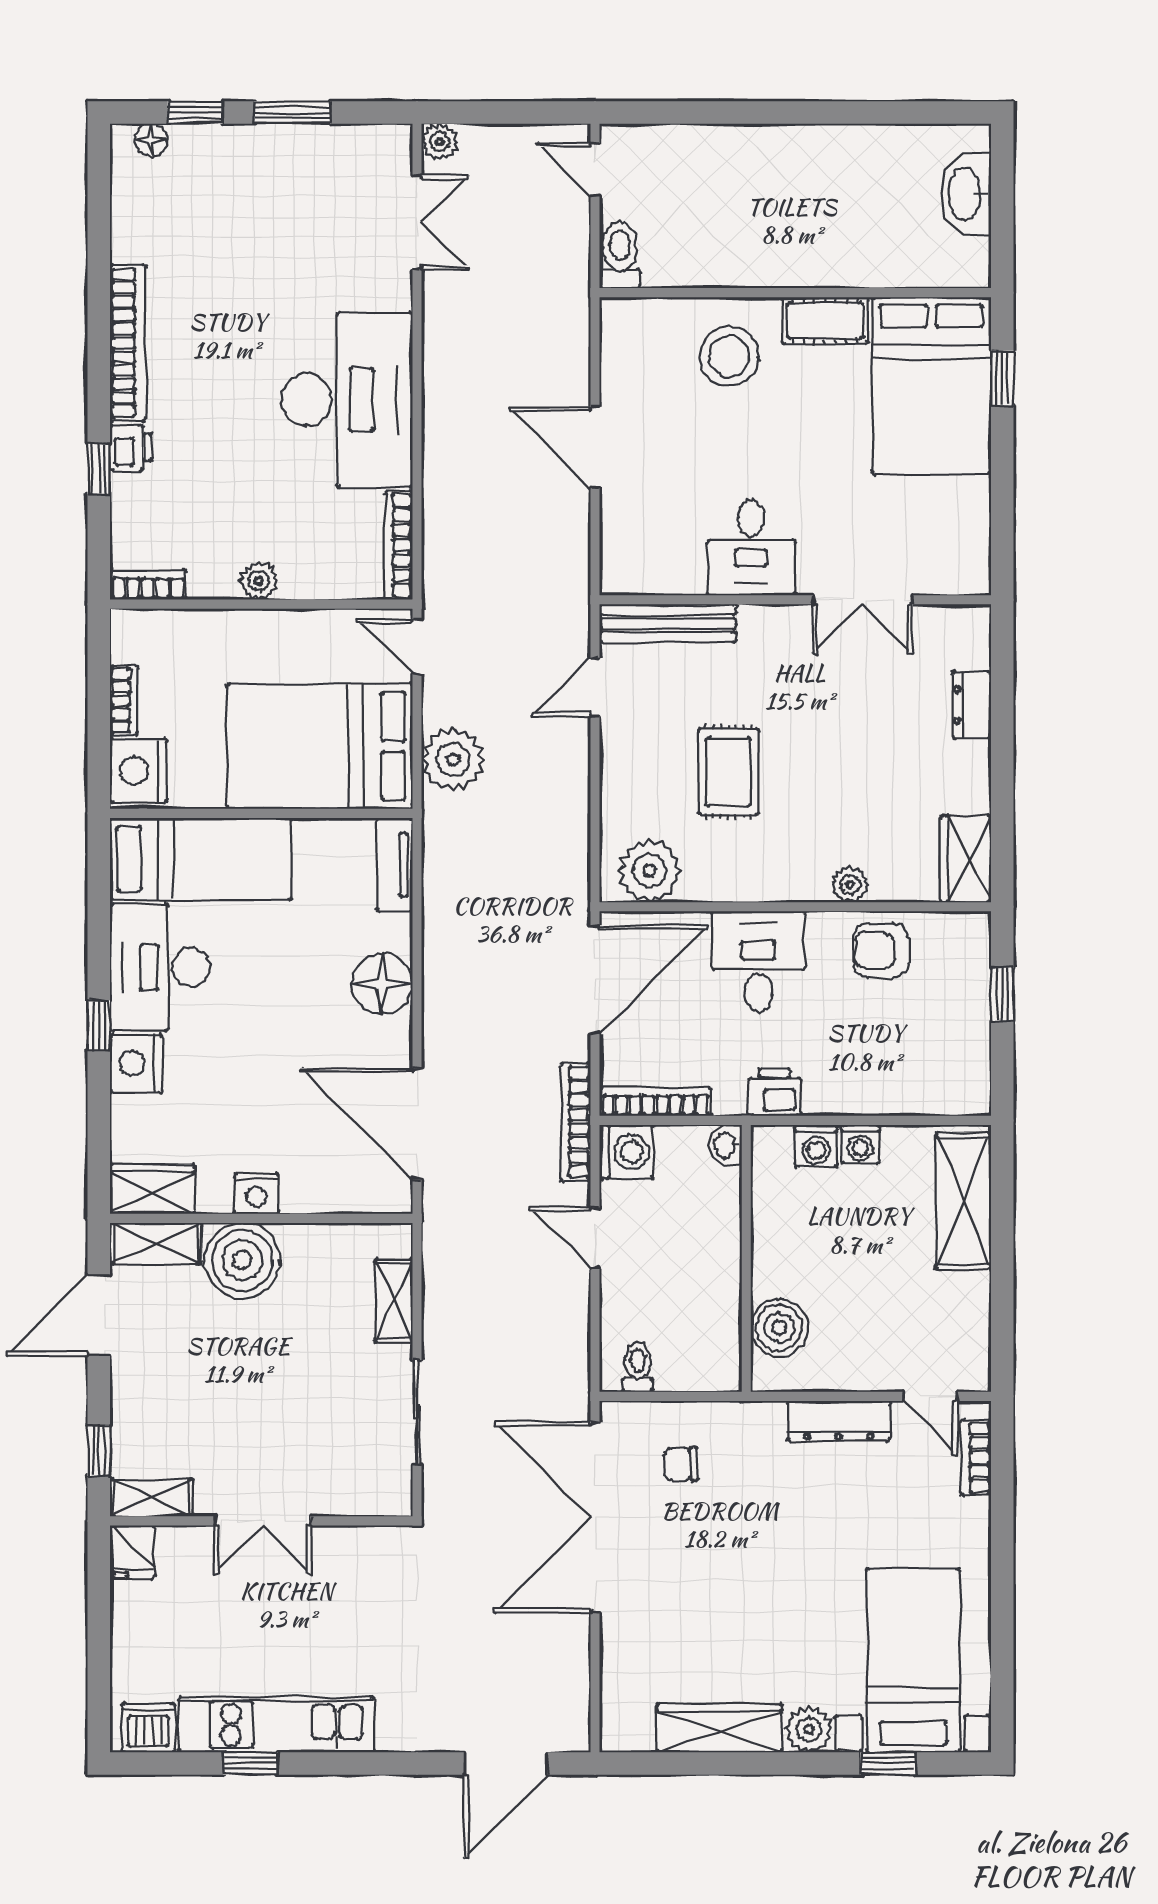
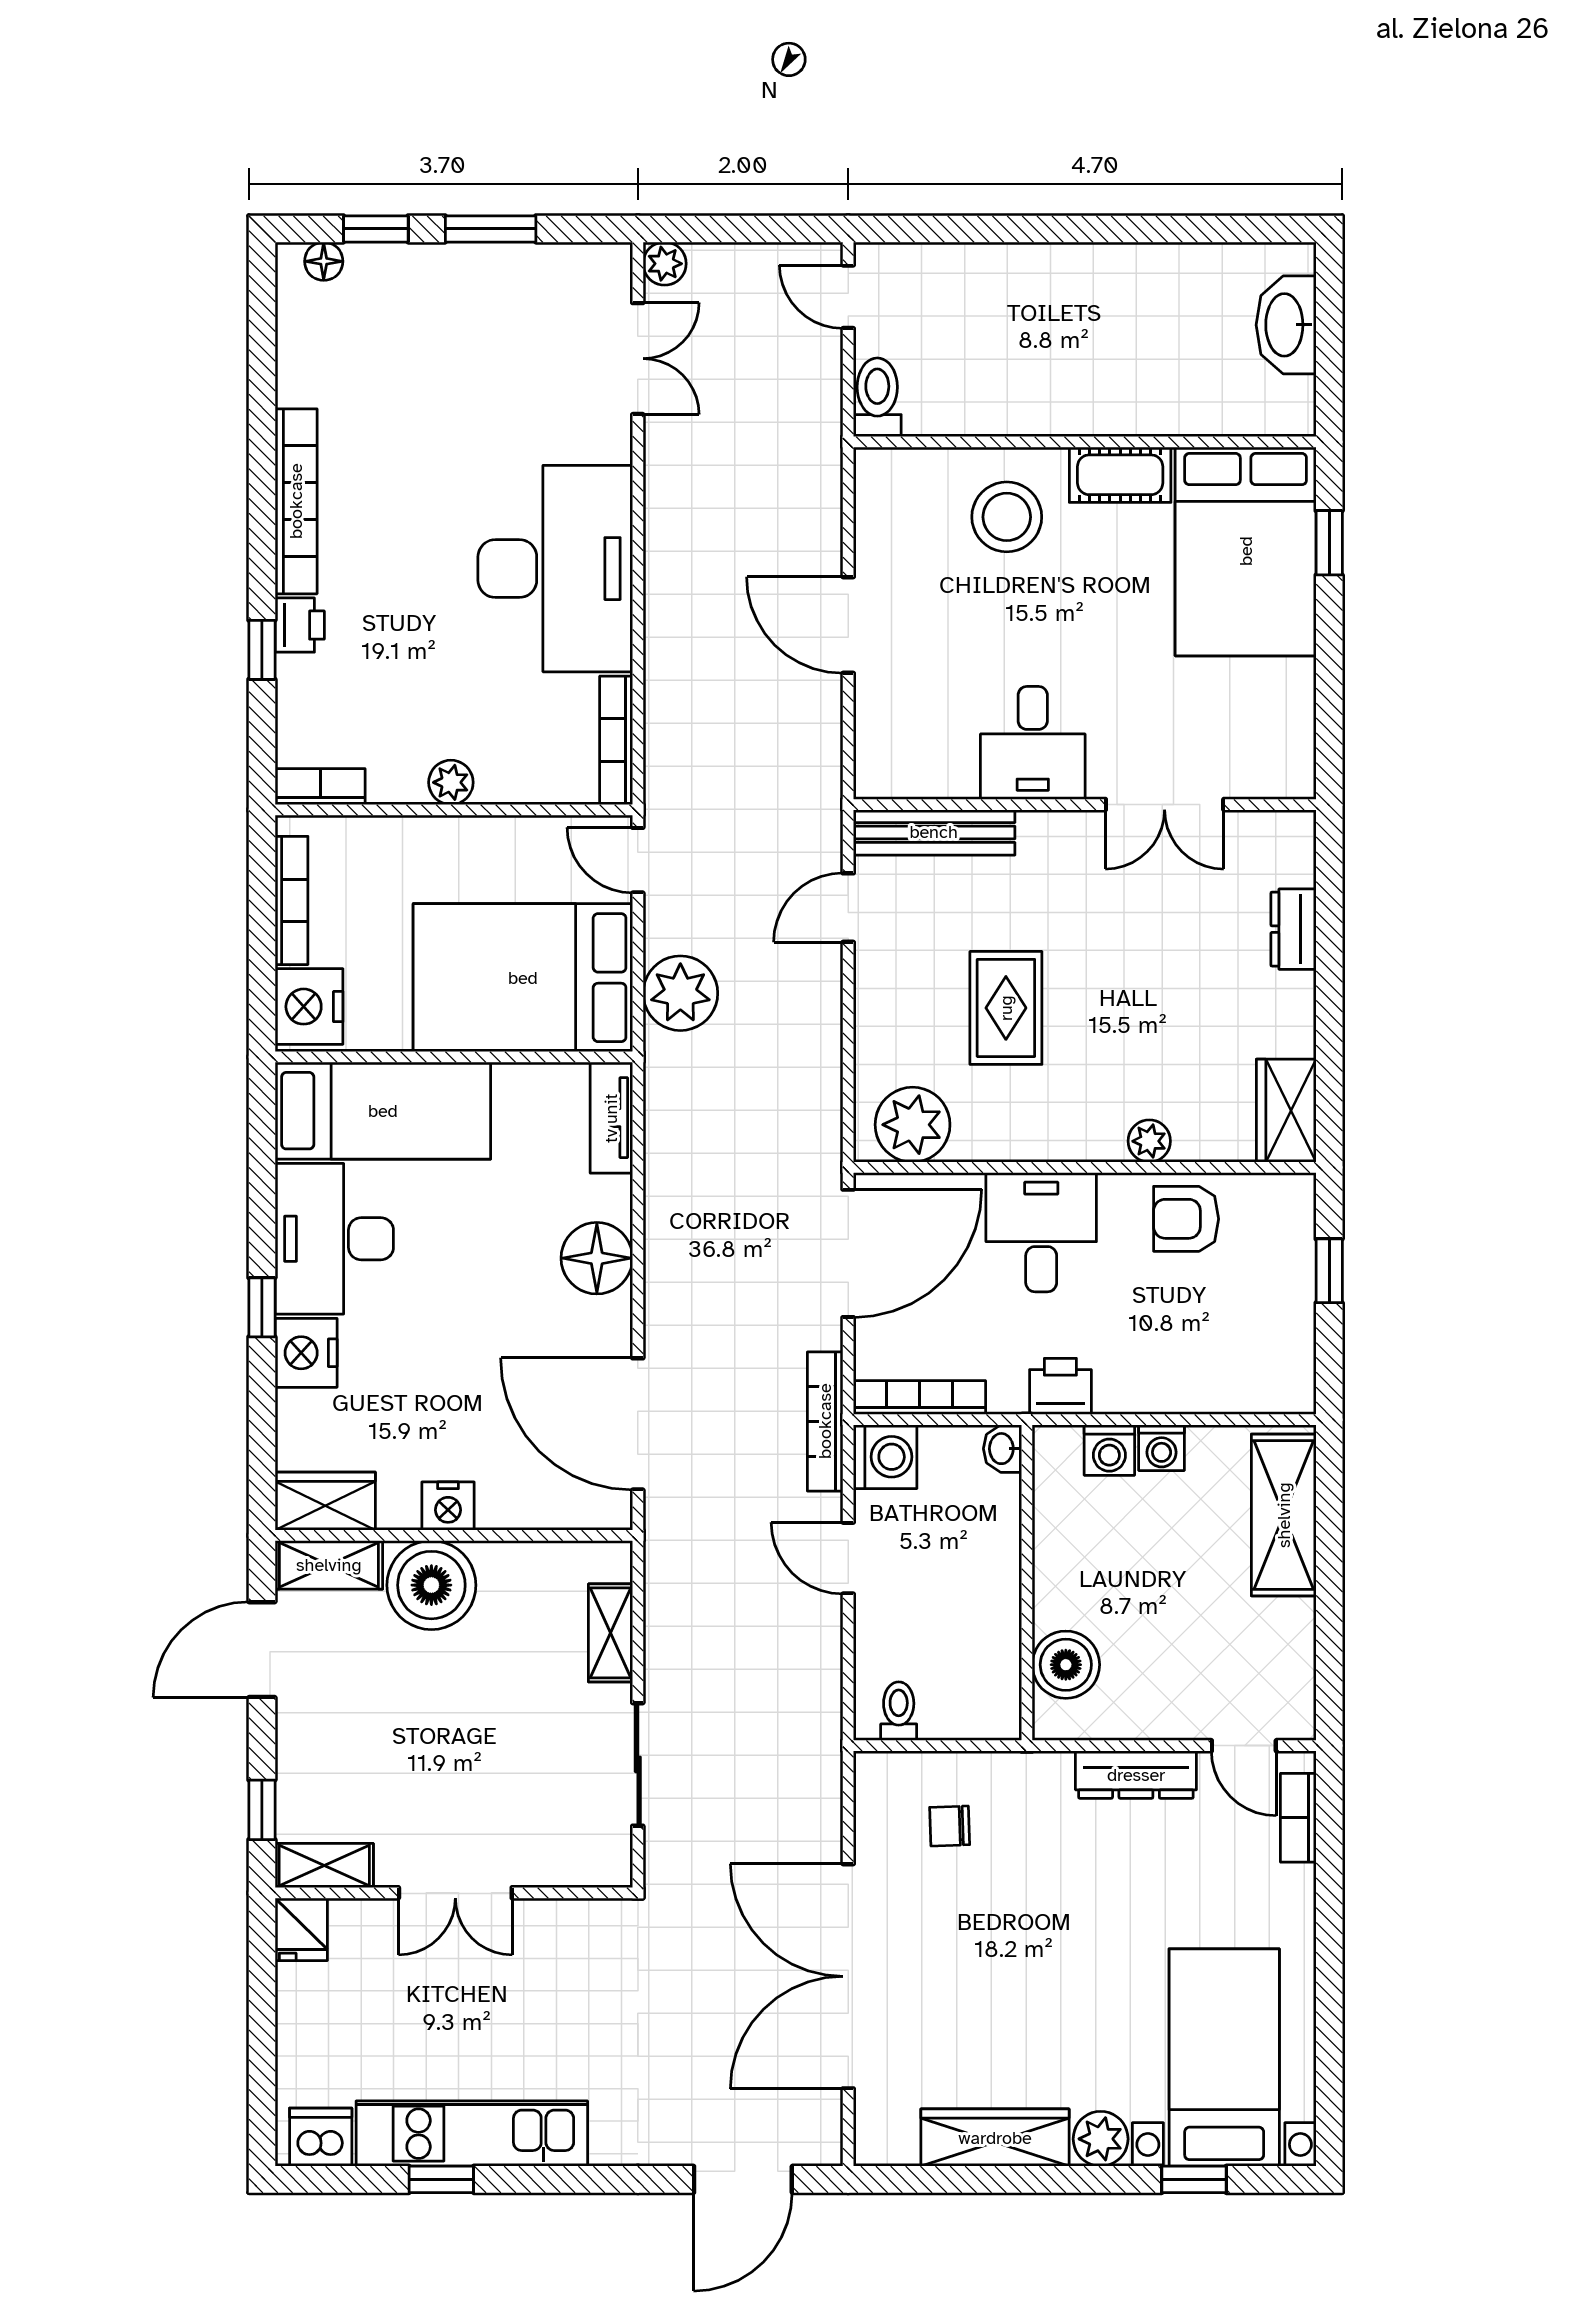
bookcase: (124, 700) -> (292, 900), width x1.56
double door: (595, 1517) -> (848, 1976), moved

